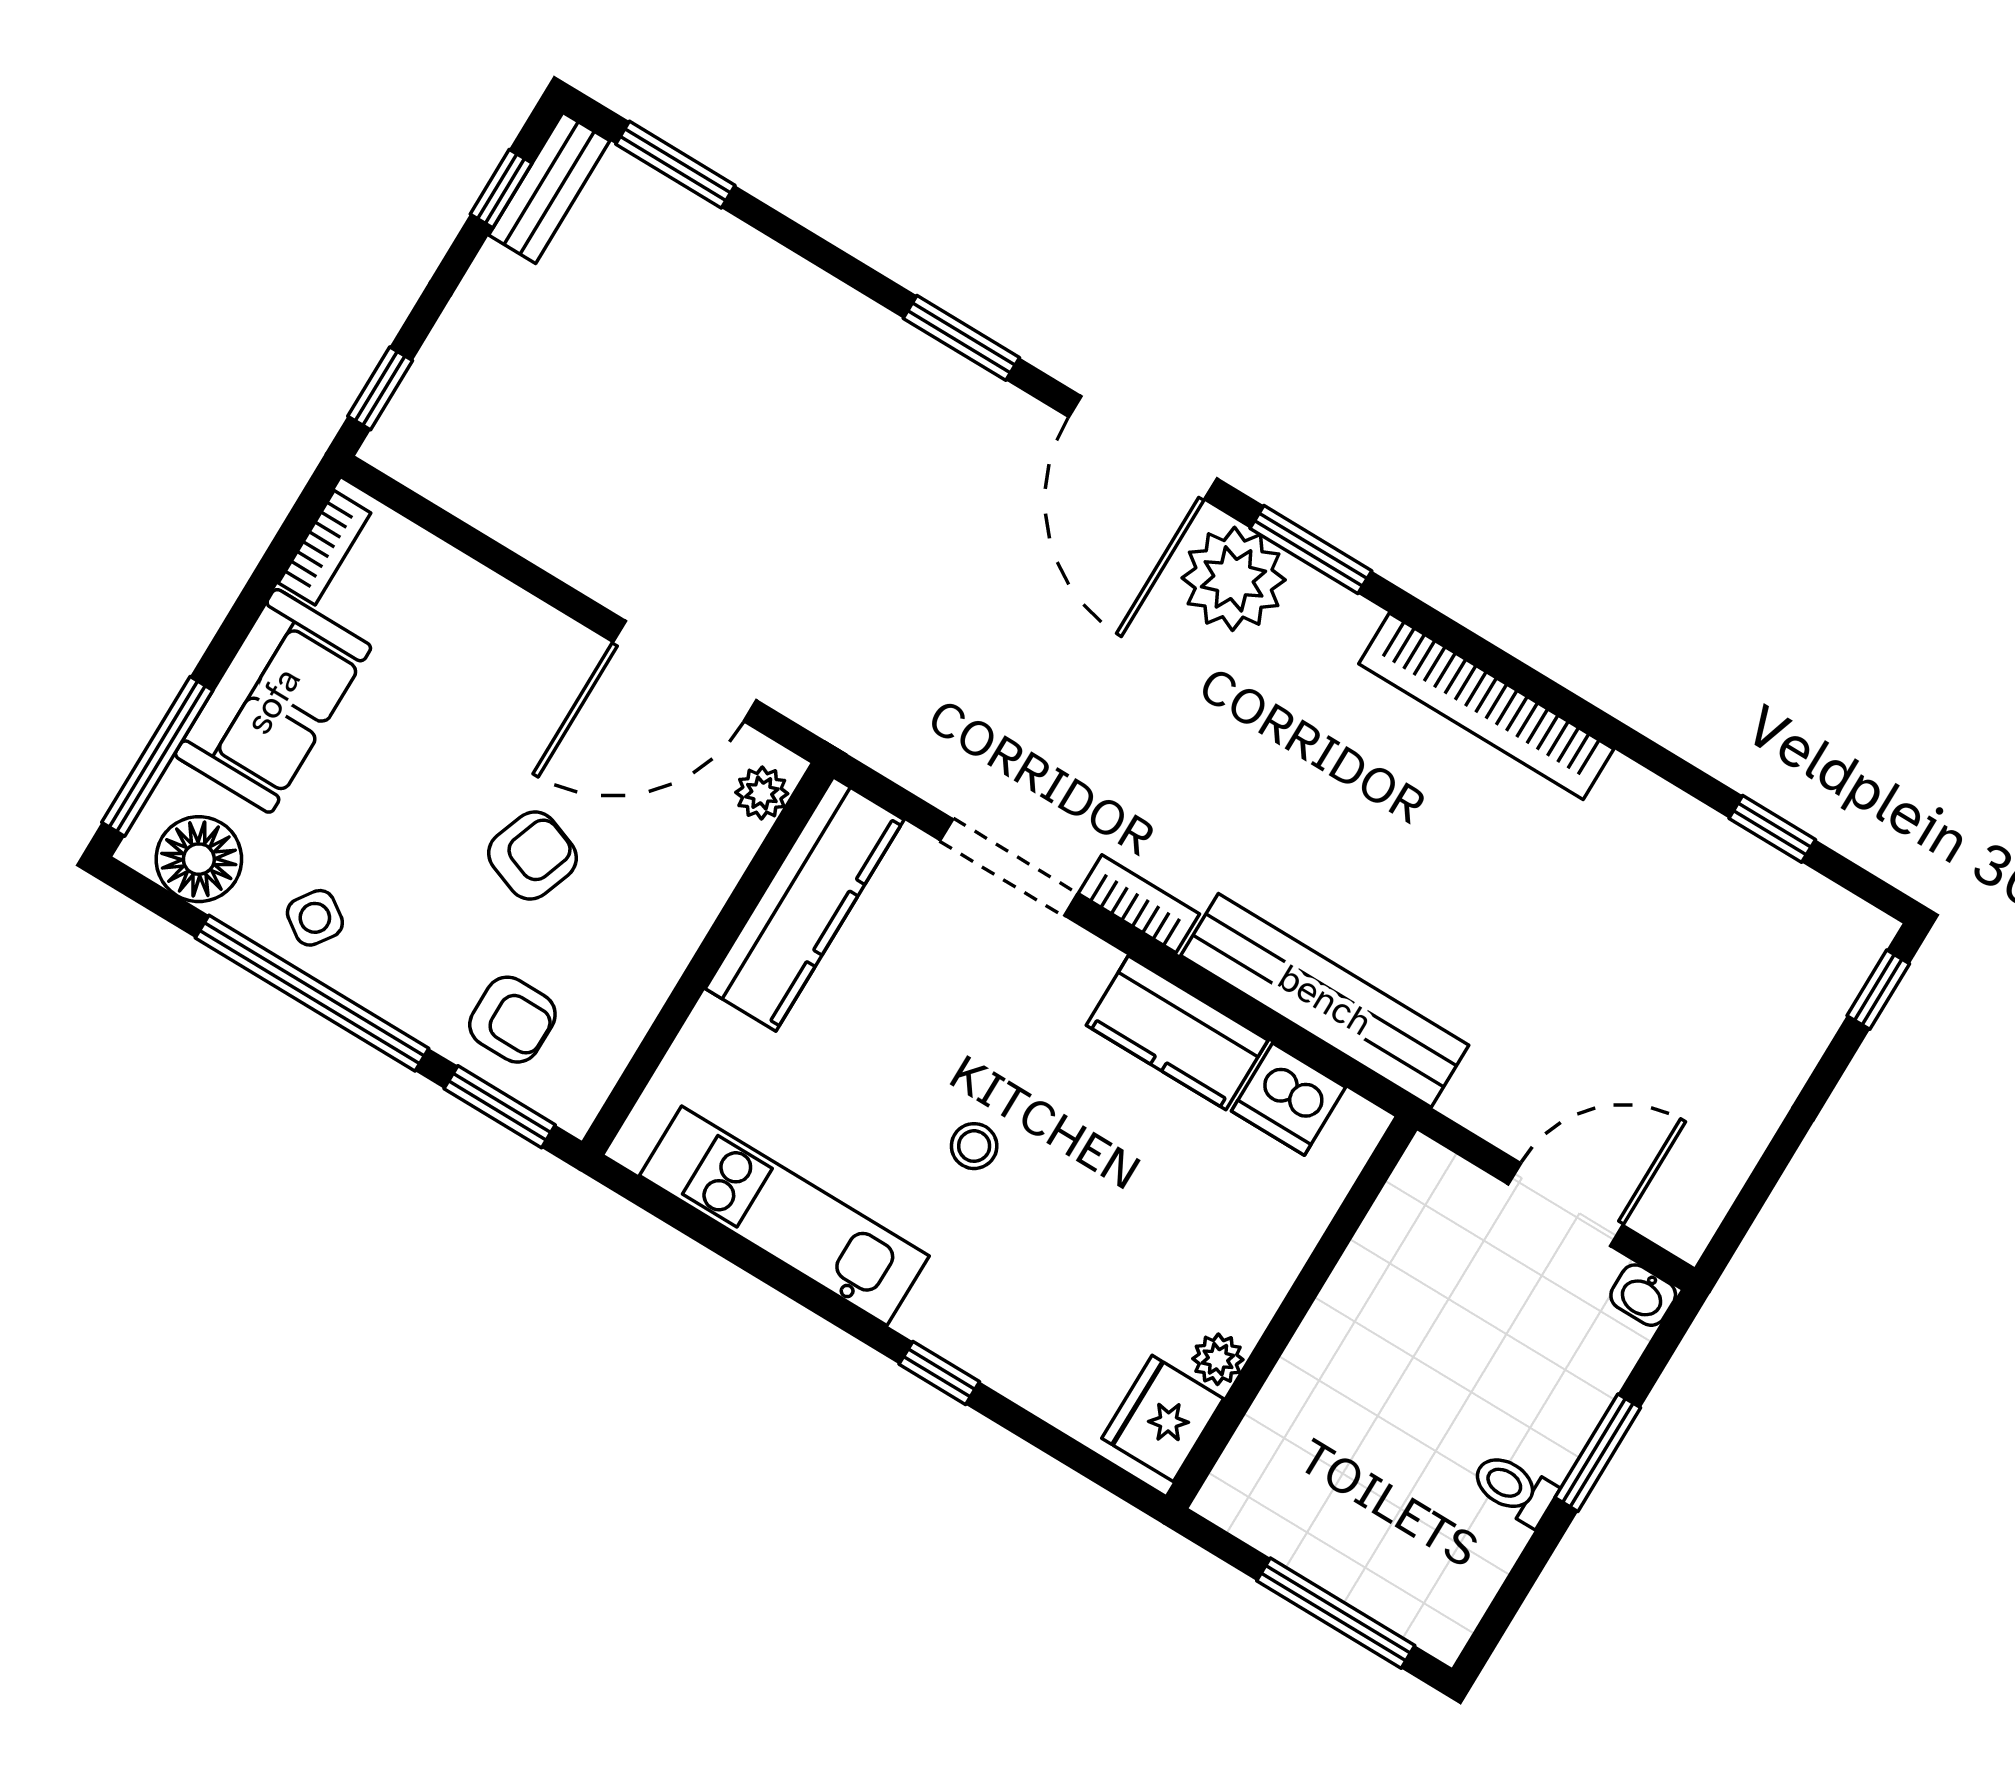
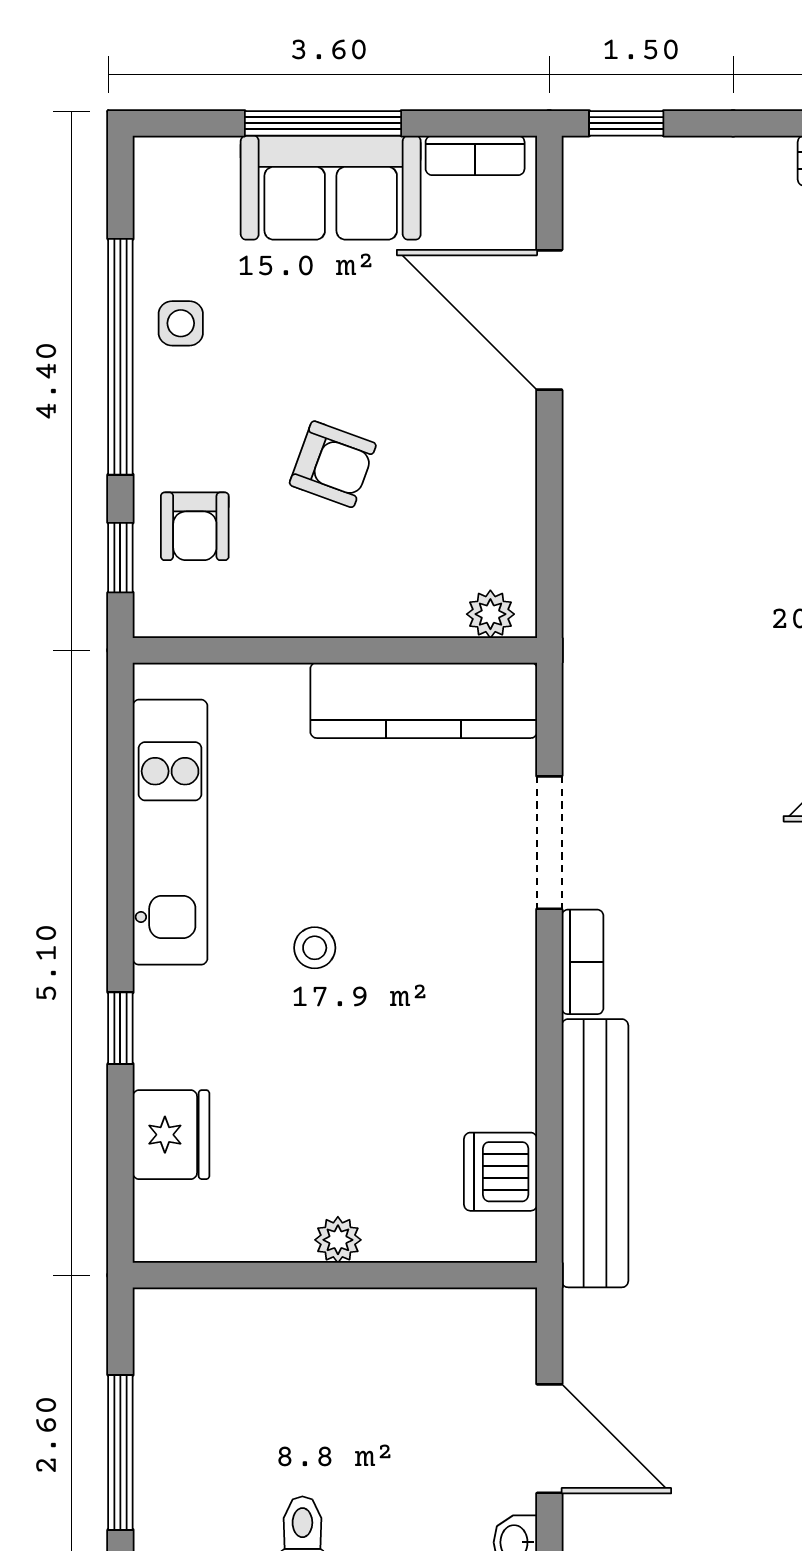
door: (685, 671) -> (549, 320), moved
window: (157, 756) -> (323, 123), moved
floor lamp: (199, 859) -> (172, 205), removed
side table: (315, 918) -> (181, 323), turned -35
kitchen counter: (1177, 1033) -> (500, 1053), removed
window: (500, 1107) -> (120, 558), width x0.67
plant: (1218, 1359) -> (338, 1240), moved
fridge: (1163, 1418) -> (171, 1135), moved, turned 90

